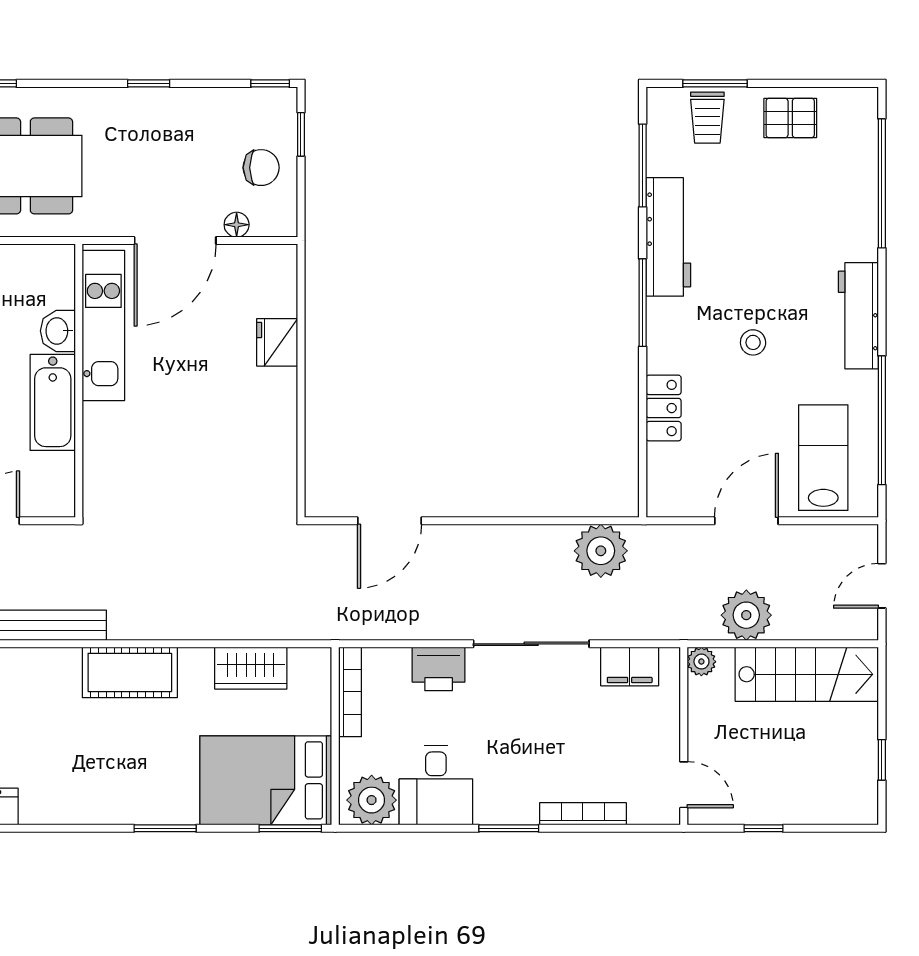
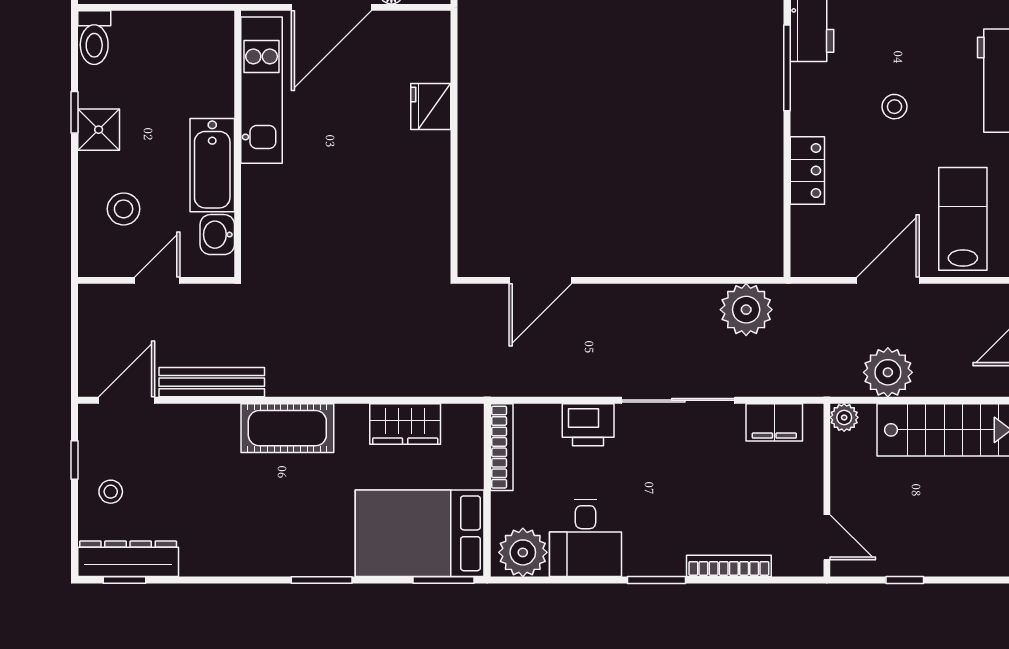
washbasin: (58, 331) -> (217, 235), moved

